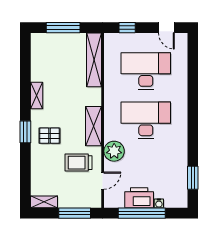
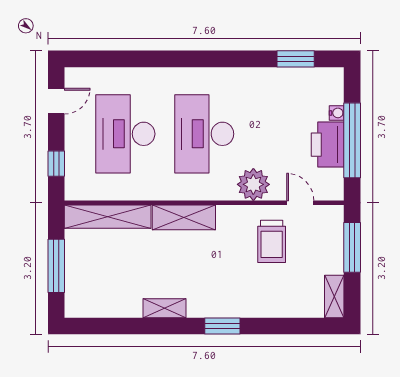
shelving: (93, 126) -> (184, 217), moved
pallet: (49, 136) -> (229, 288), removed

